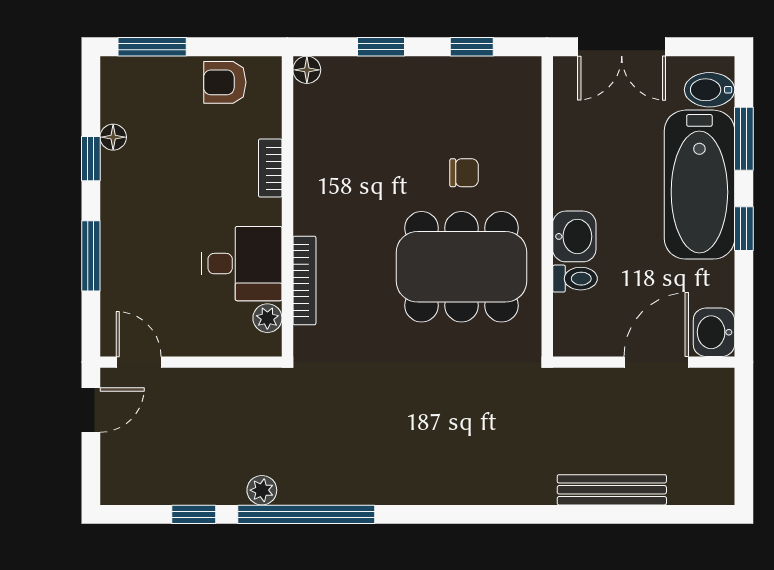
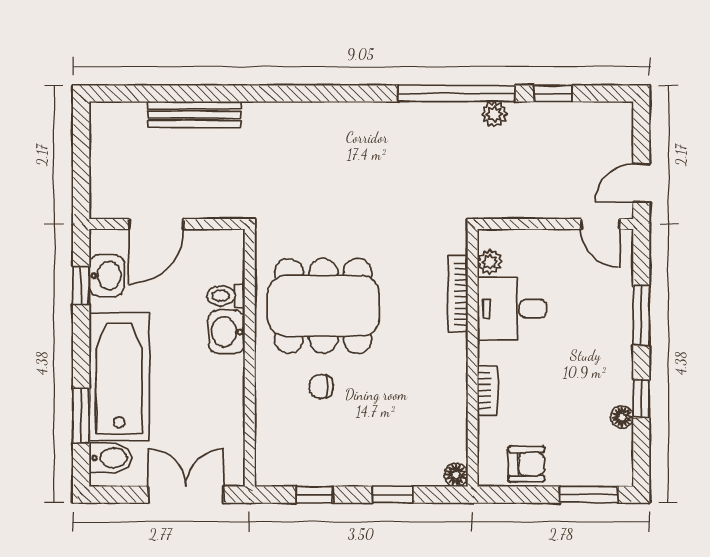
window: (744, 229) -> (81, 286), moved
washbasin: (714, 332) -> (107, 276), moved

